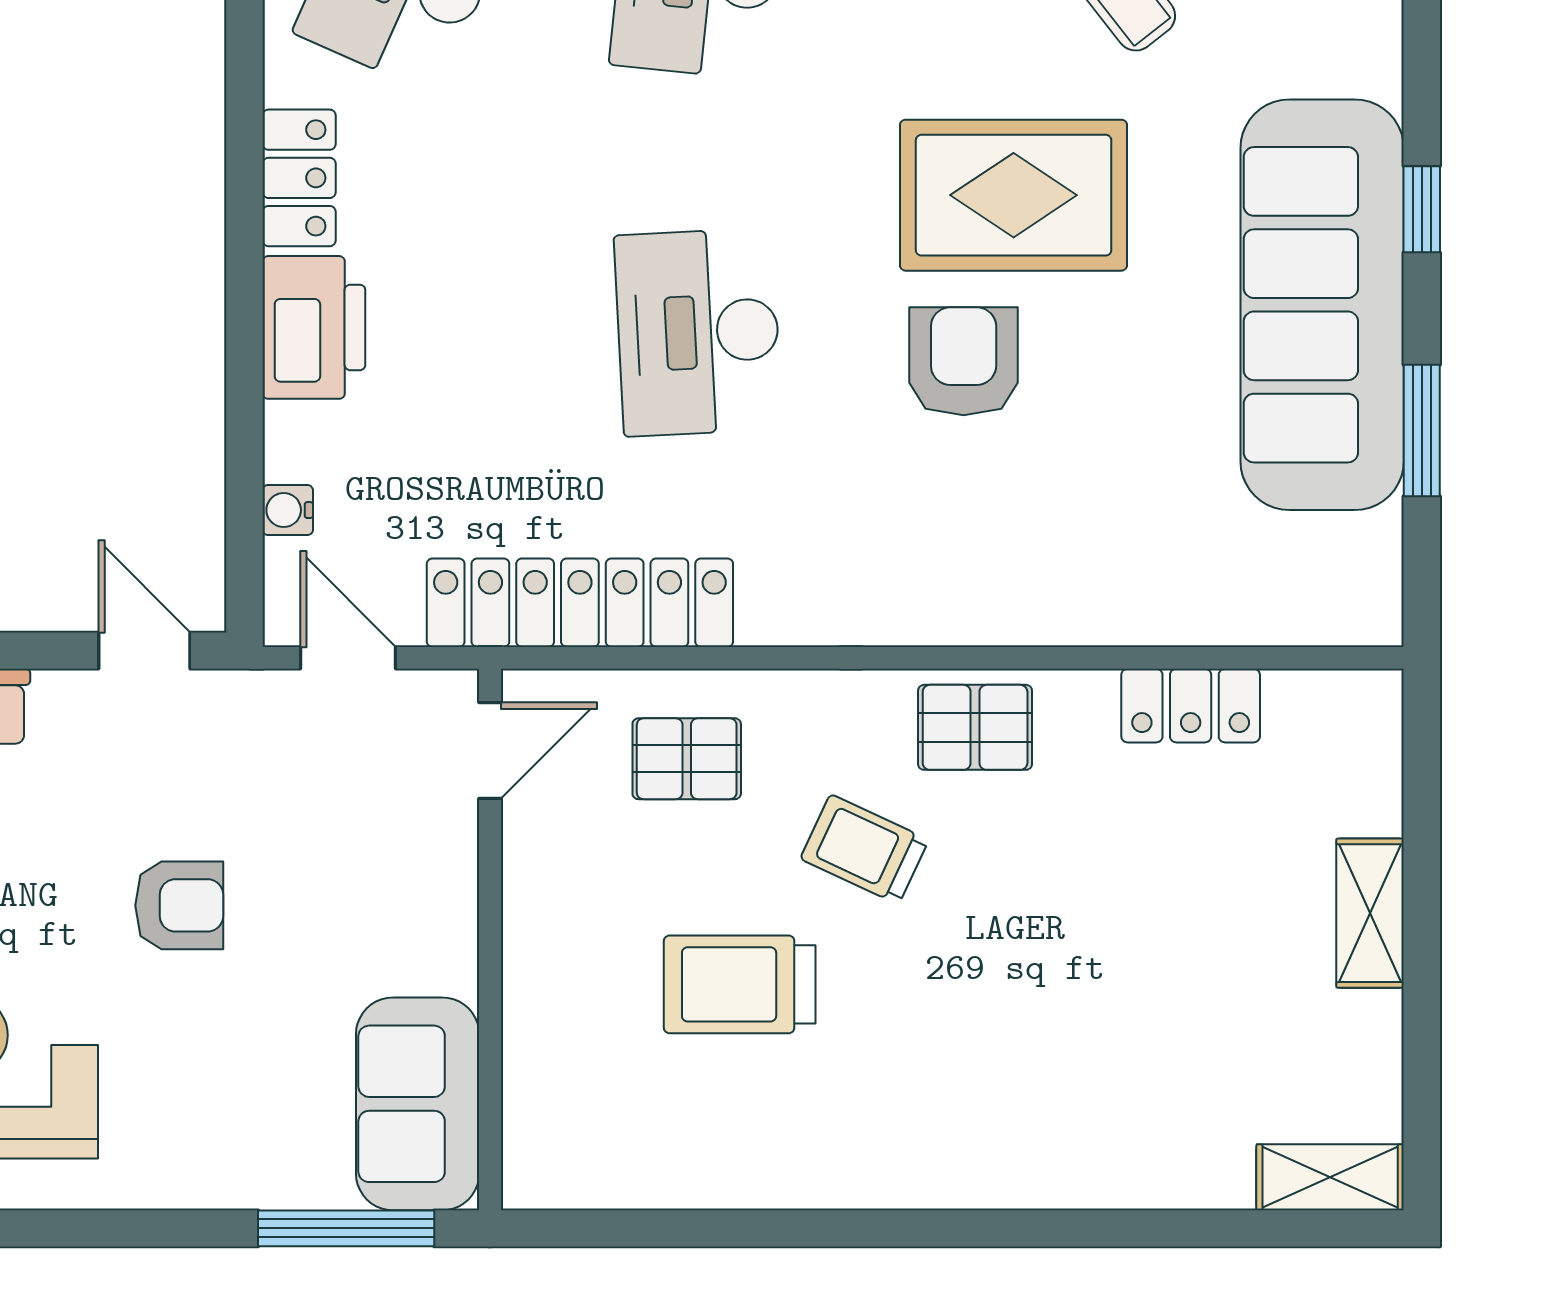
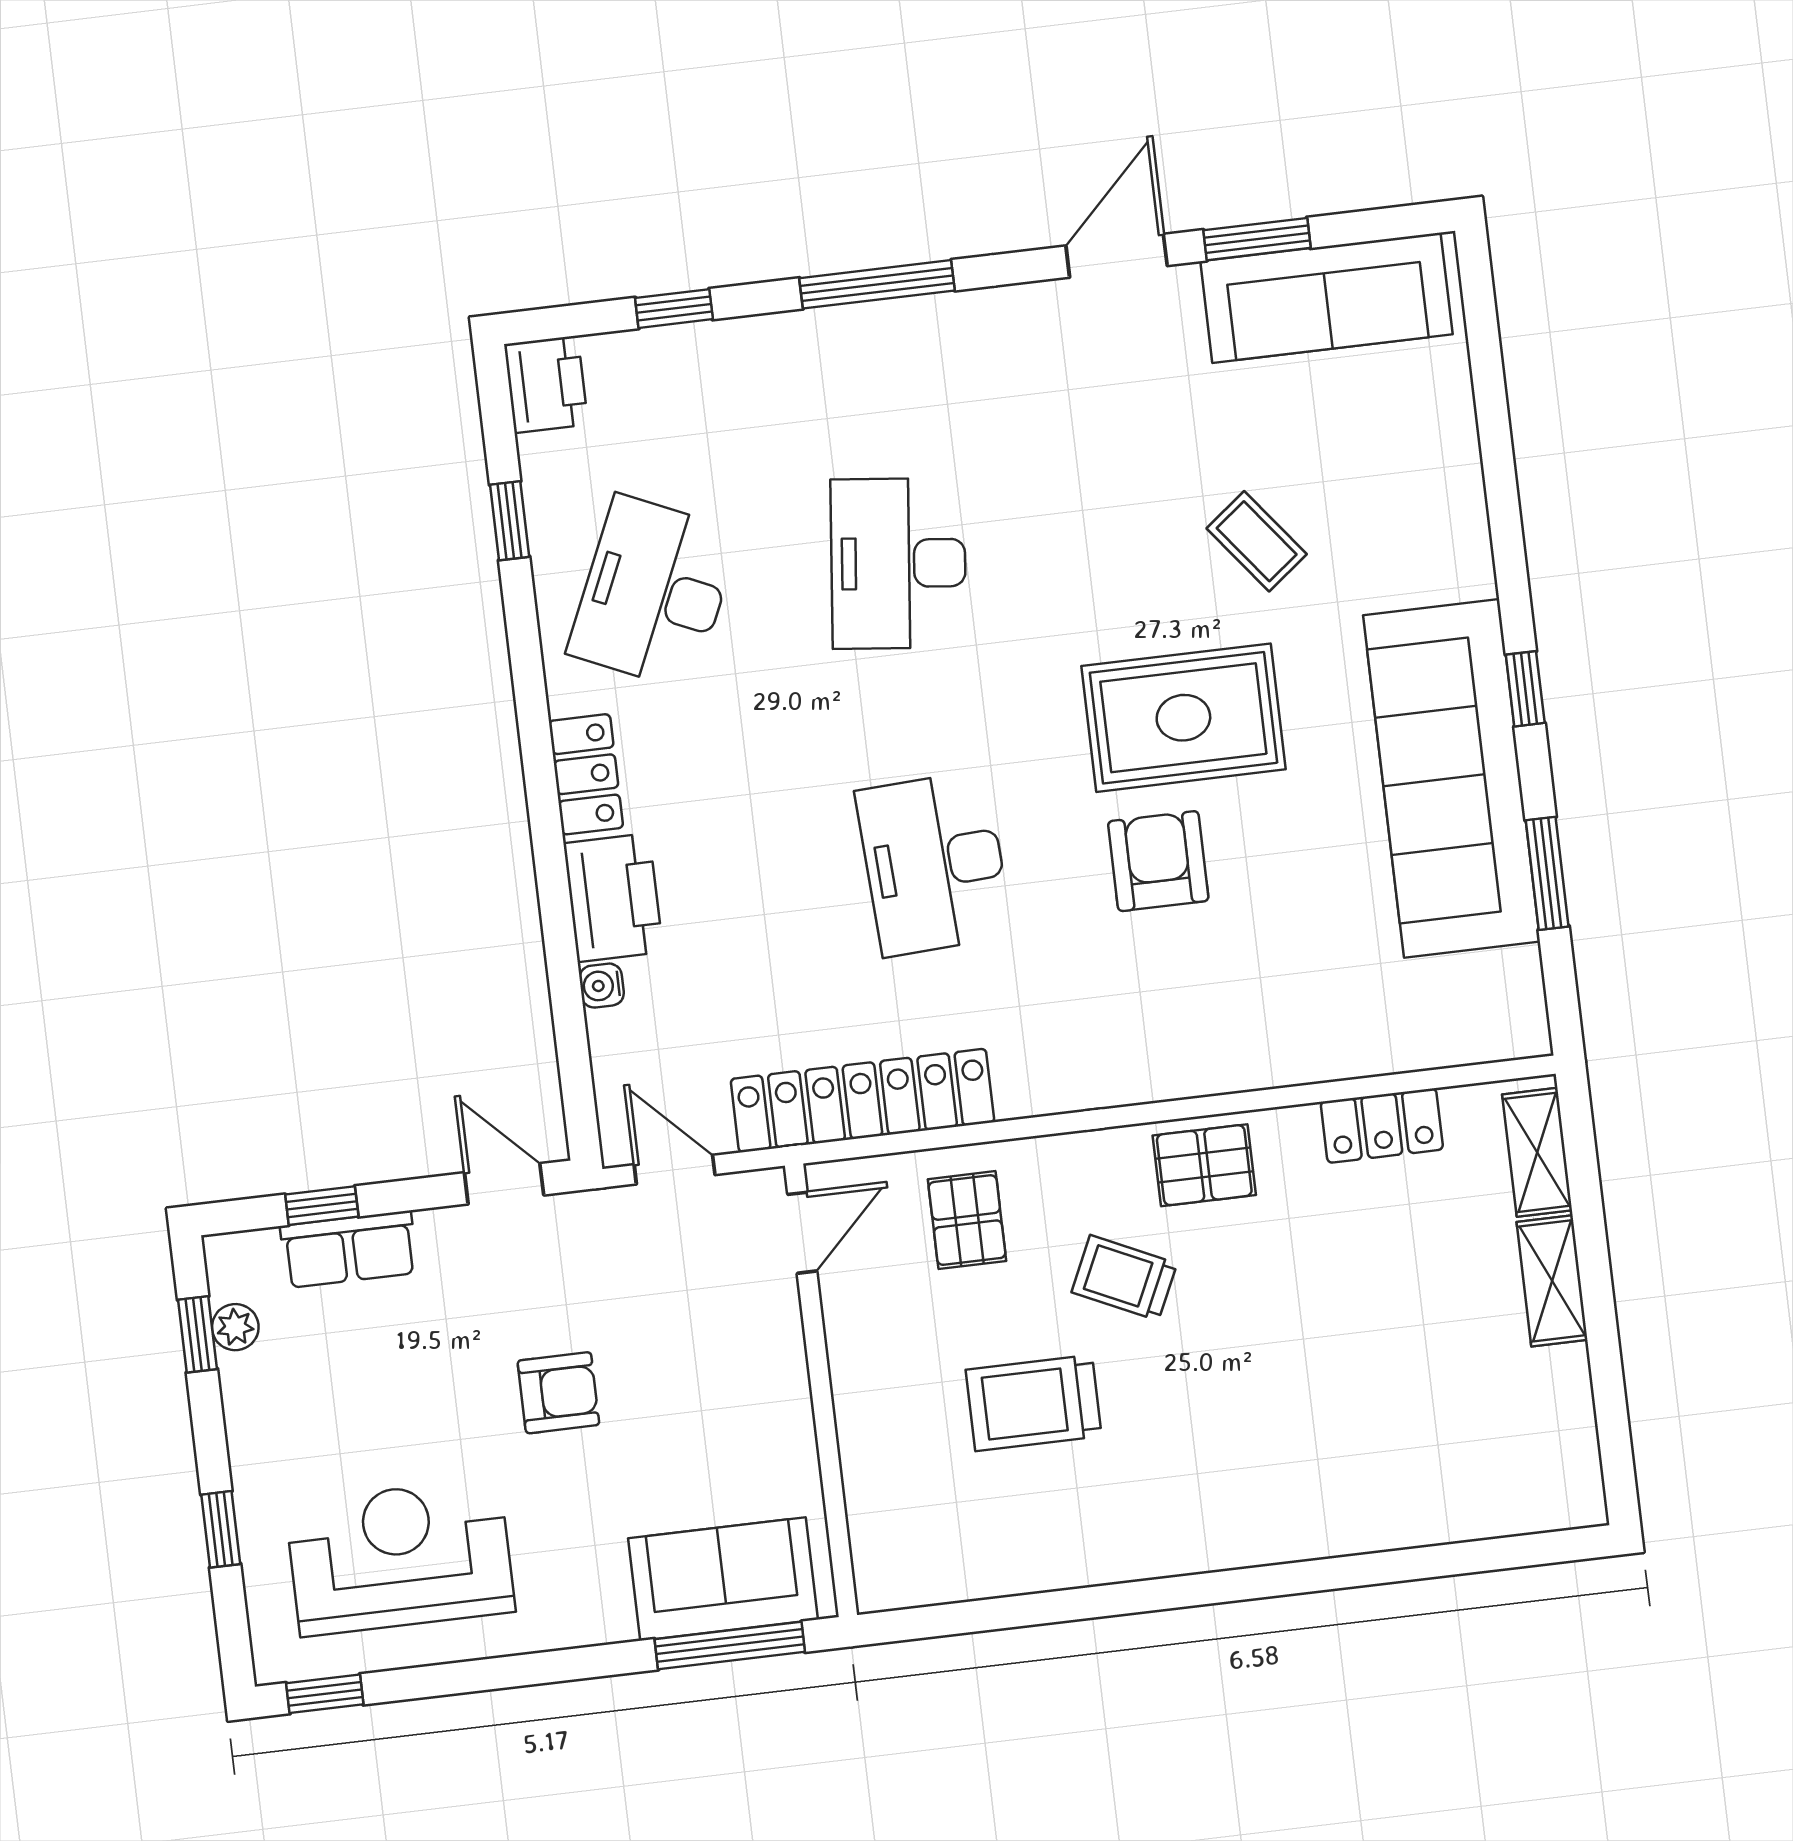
water cooler: (288, 510) -> (602, 986), moved
pallet: (687, 759) -> (967, 1220), turned 90
sofa: (418, 1104) -> (723, 1579), moved, turned 90
shelving: (1330, 1177) -> (1537, 1152), moved, turned 90

